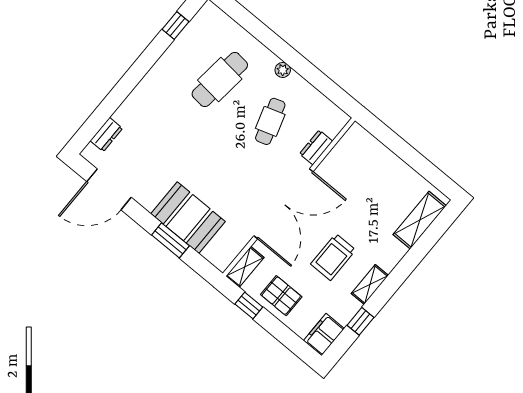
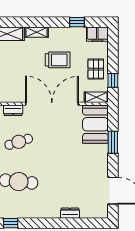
dresser: (106, 135) -> (70, 213), moved
booth: (188, 218) -> (95, 124), moved
shelving: (370, 284) -> (36, 32), moved

